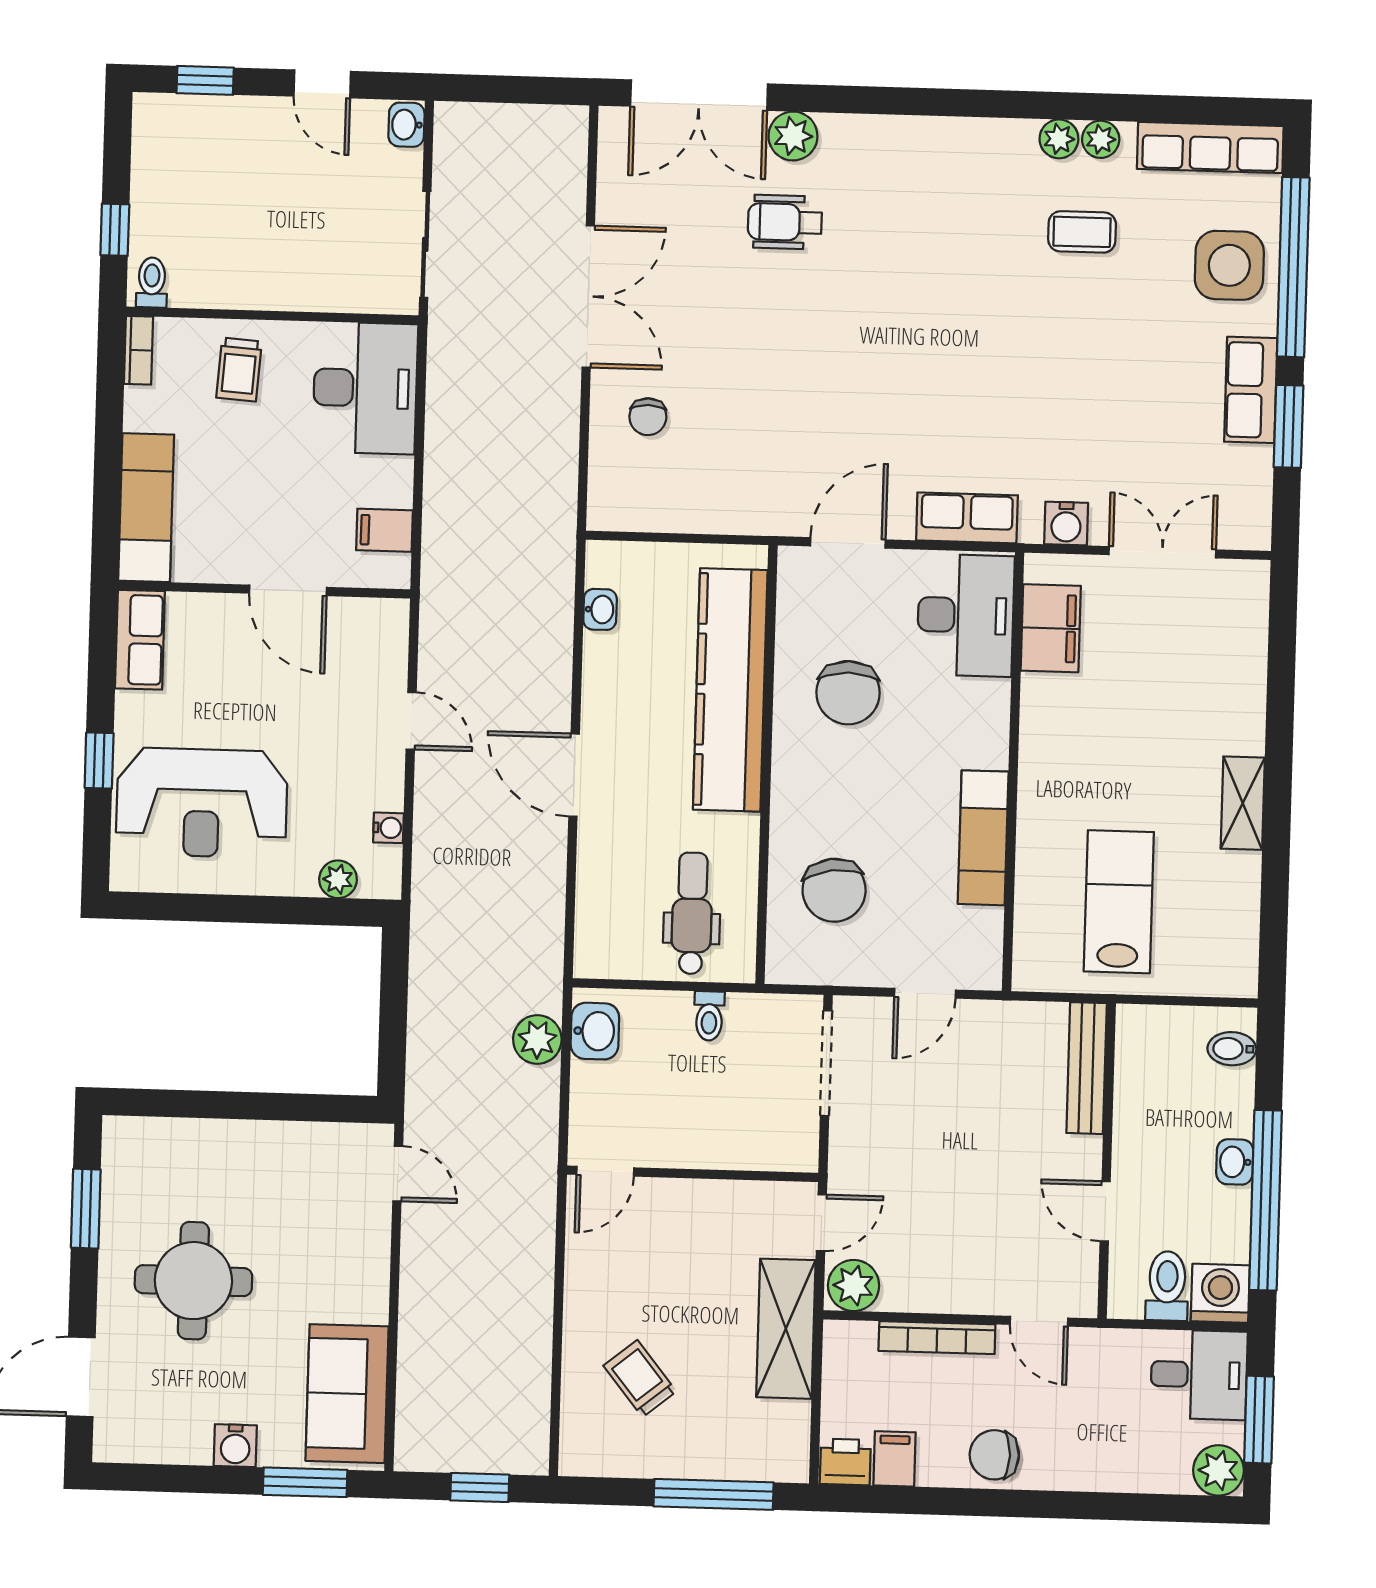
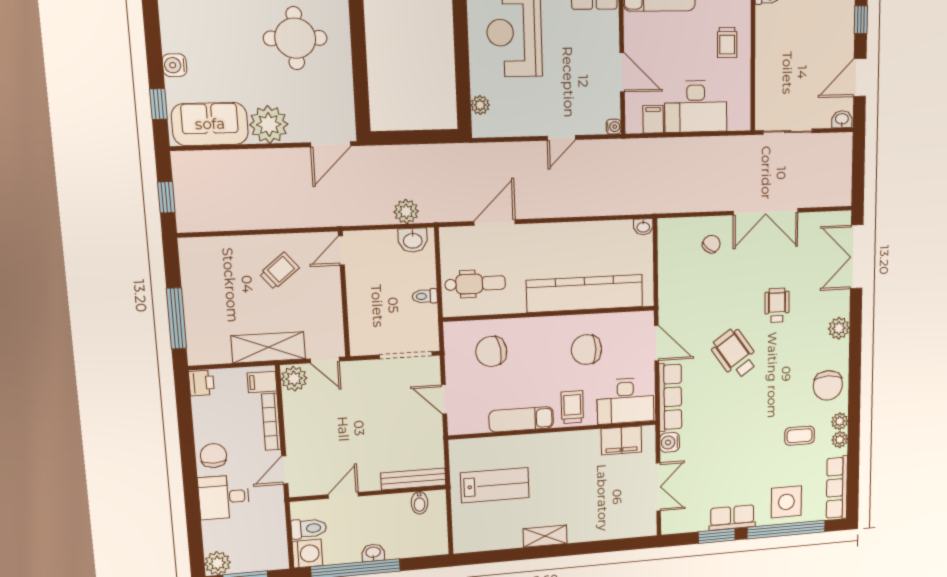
door: (322, 84) -> (860, 77), width x1.38
plant: (793, 136) -> (839, 328), moved
chair: (976, 165) -> (828, 385), added
wheelchair: (785, 222) -> (777, 305), moved
coffee table: (1082, 232) -> (800, 436), turned 90
trolley: (239, 369) -> (727, 42), turned -94
wheelchair: (886, 373) -> (735, 354), added
desk: (365, 388) -> (696, 107), moved
chair: (648, 417) -> (711, 244), turned 128
row of seats: (967, 518) -> (670, 397), width x1.48
door: (288, 590) -> (622, 72), swing flipped
washbasin: (600, 609) -> (643, 227), moved
trolley: (968, 729) -> (572, 407), added
door: (574, 775) -> (495, 223), moved
water cooler: (388, 828) -> (614, 127), moved, turned -90
bidet: (1232, 1049) -> (419, 503), moved, turned 180
door: (605, 1171) -> (341, 251), hinge flipped
door: (398, 1174) -> (331, 144), width x1.38
round table: (193, 1281) -> (295, 38), moved
plant: (354, 1286) -> (269, 124), added
desk: (1199, 1375) -> (224, 497), moved, turned 90
trolley: (640, 1379) -> (279, 271), moved
filing cabinet: (894, 1459) -> (262, 382), moved, turned 180
window: (305, 1482) -> (158, 104), width x0.67

